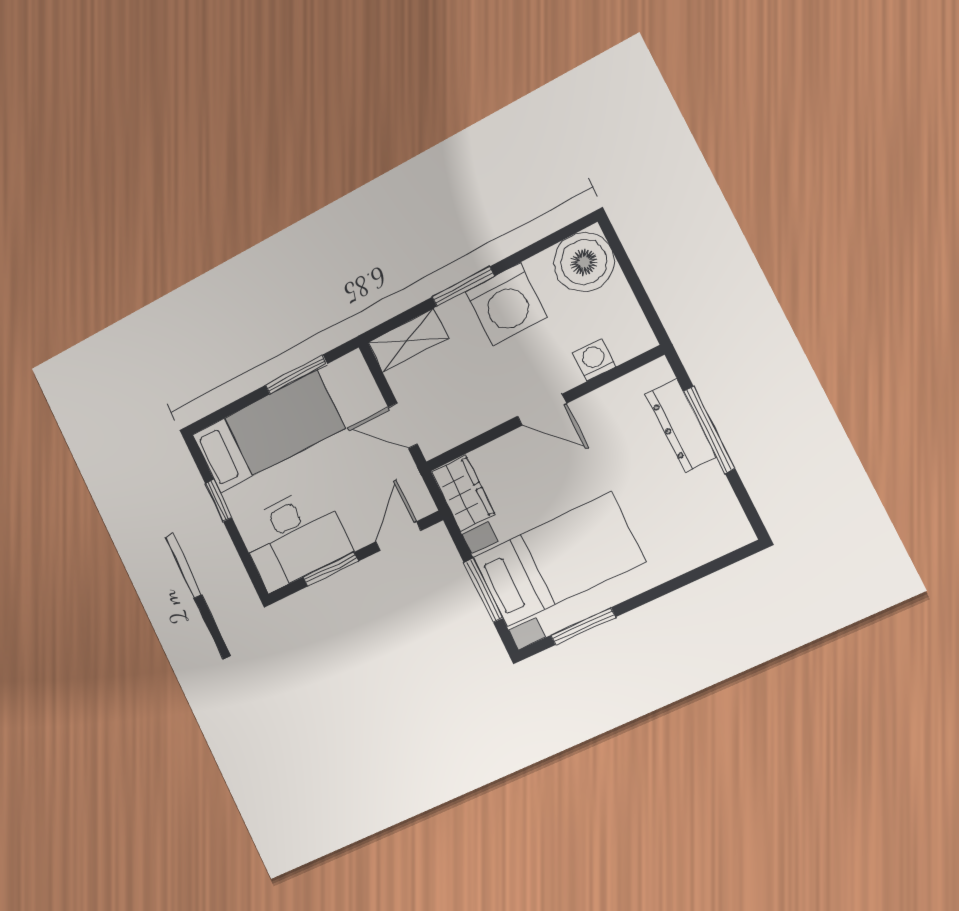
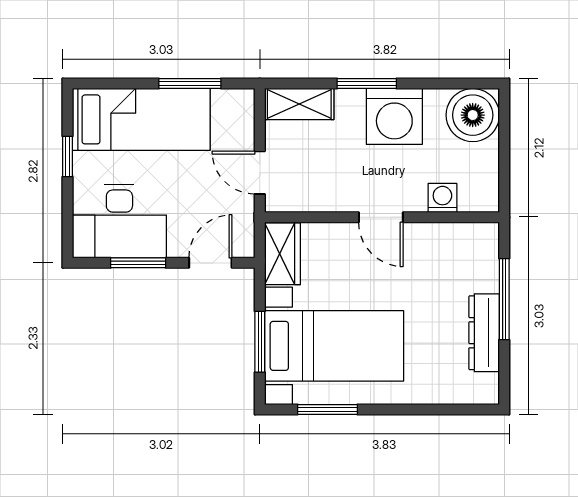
dresser: (681, 425) -> (484, 333), moved

